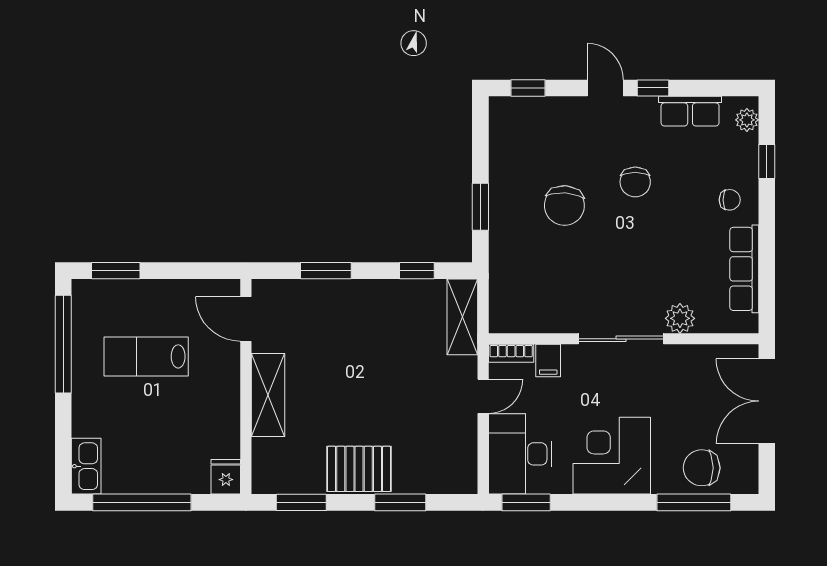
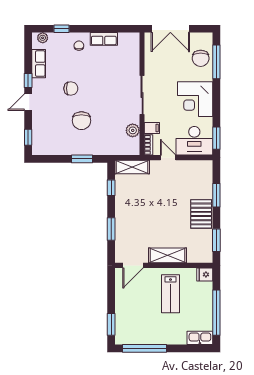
chair: (564, 205) -> (81, 121), turned 86
row of seats: (744, 269) -> (104, 39), width x0.68
plant: (680, 318) -> (133, 130), moved
lab bench: (146, 356) -> (170, 294), moved

